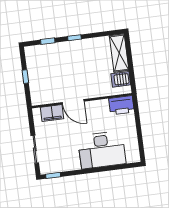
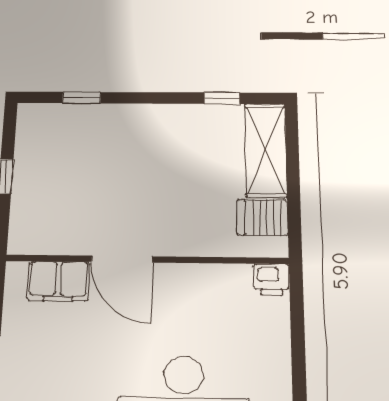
window: (74, 38) -> (222, 98), moved
printer: (121, 105) -> (271, 280), width x0.53, depth x0.68

